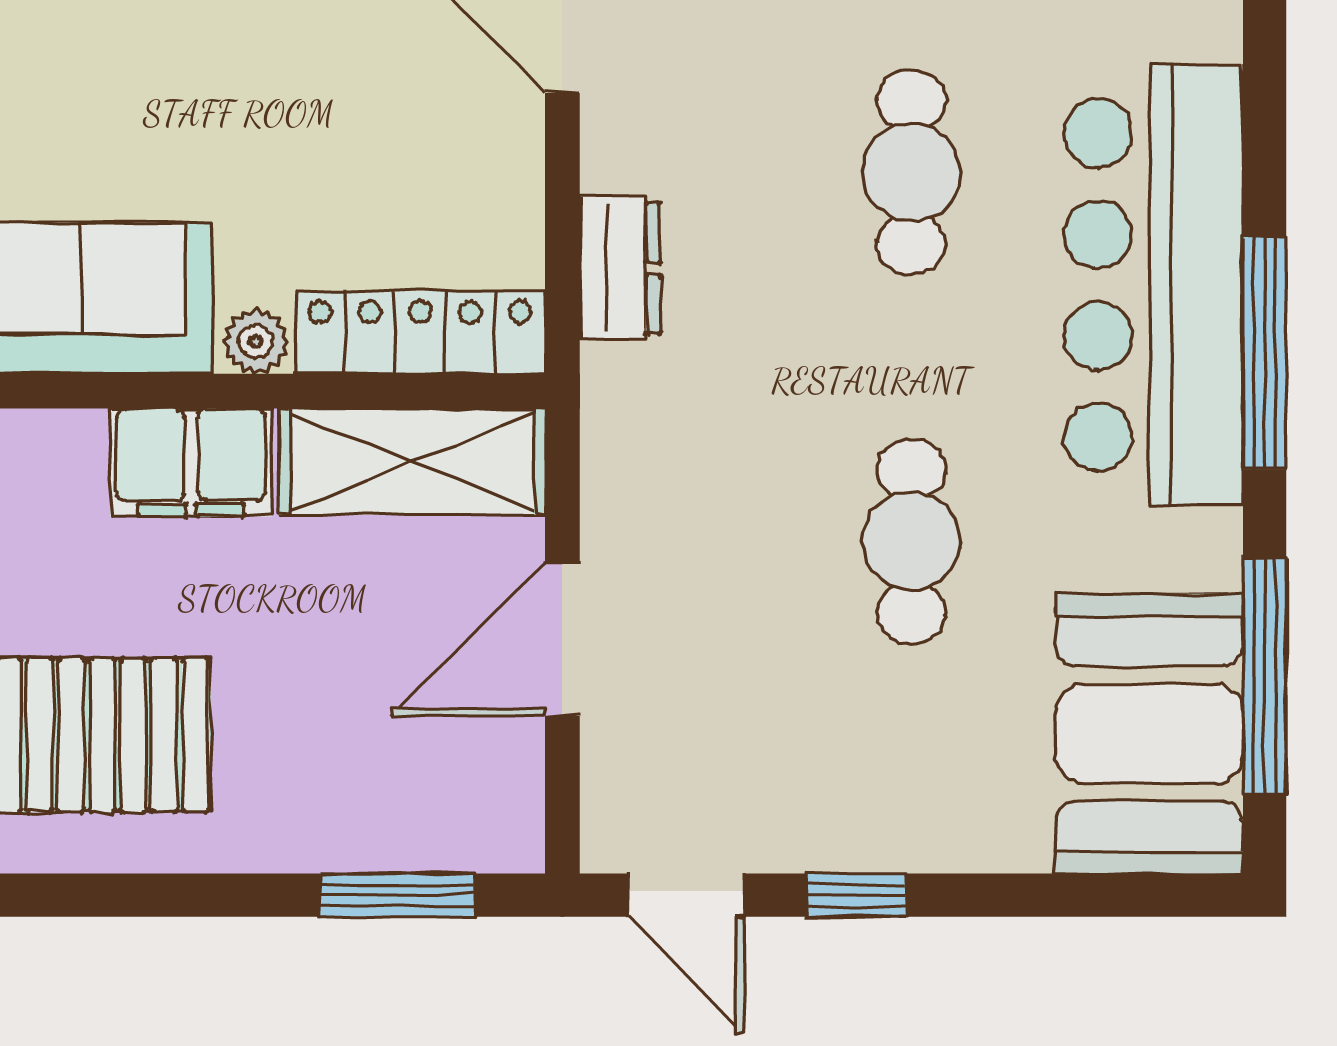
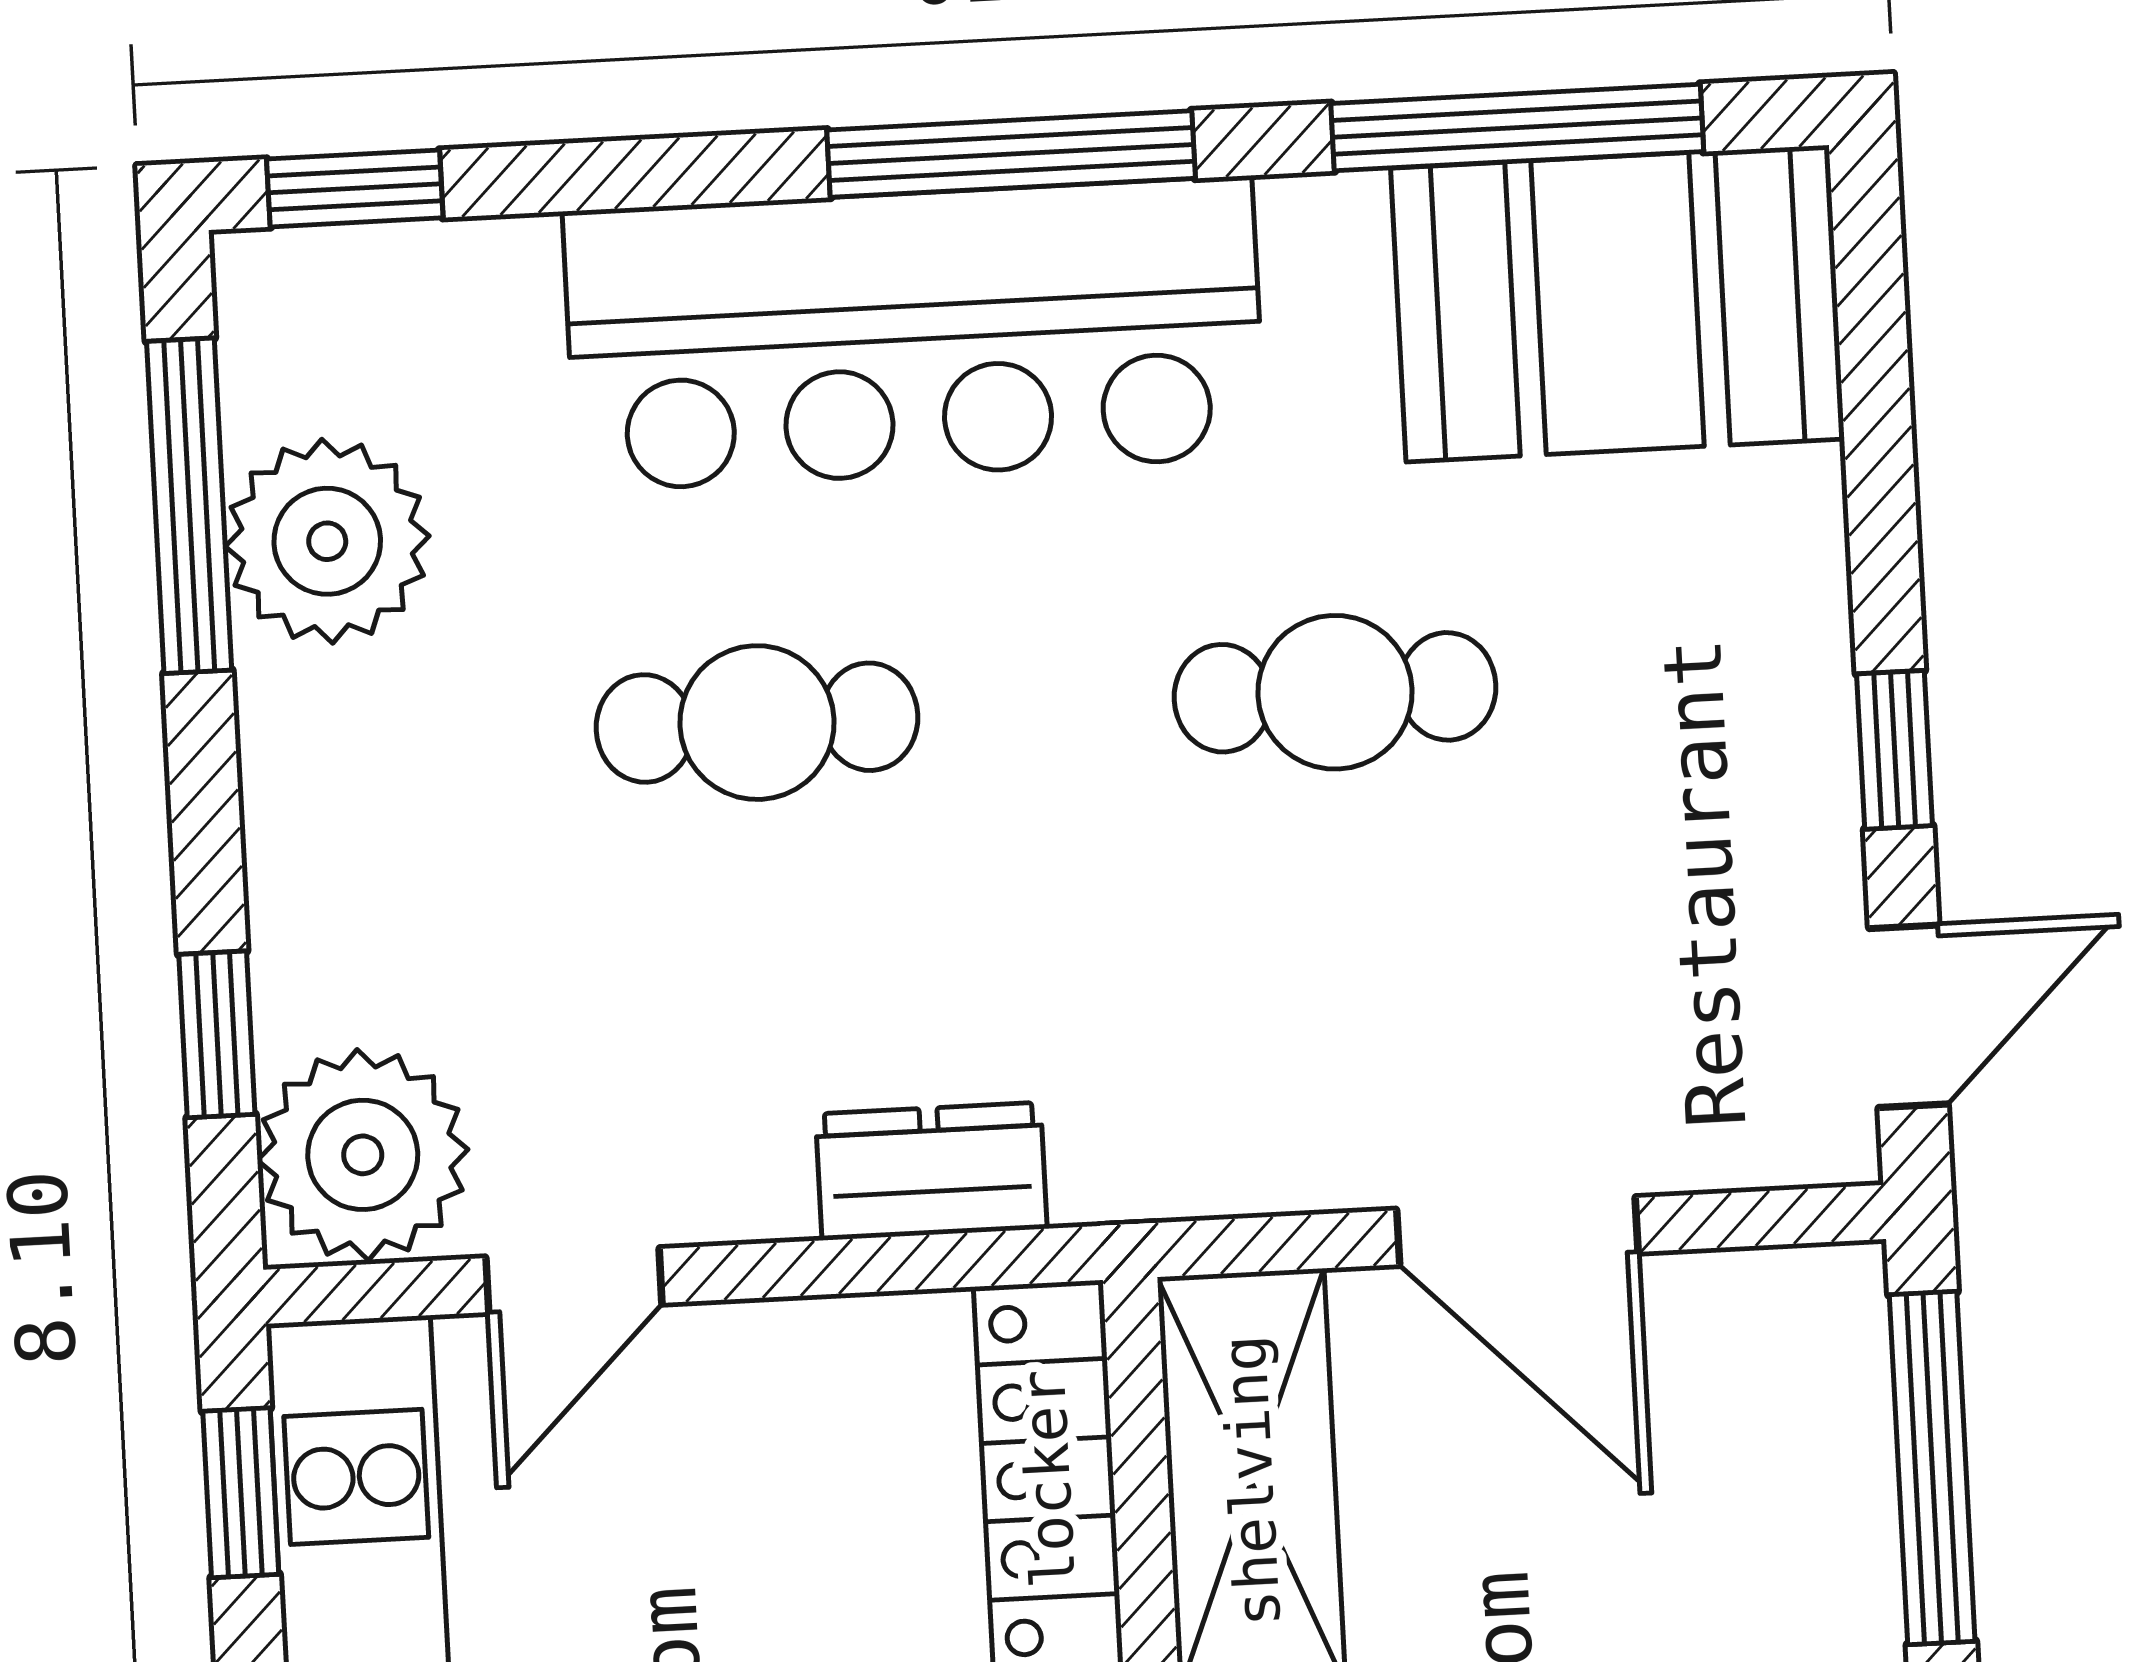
window: (398, 895) -> (1932, 1468), width x1.44

